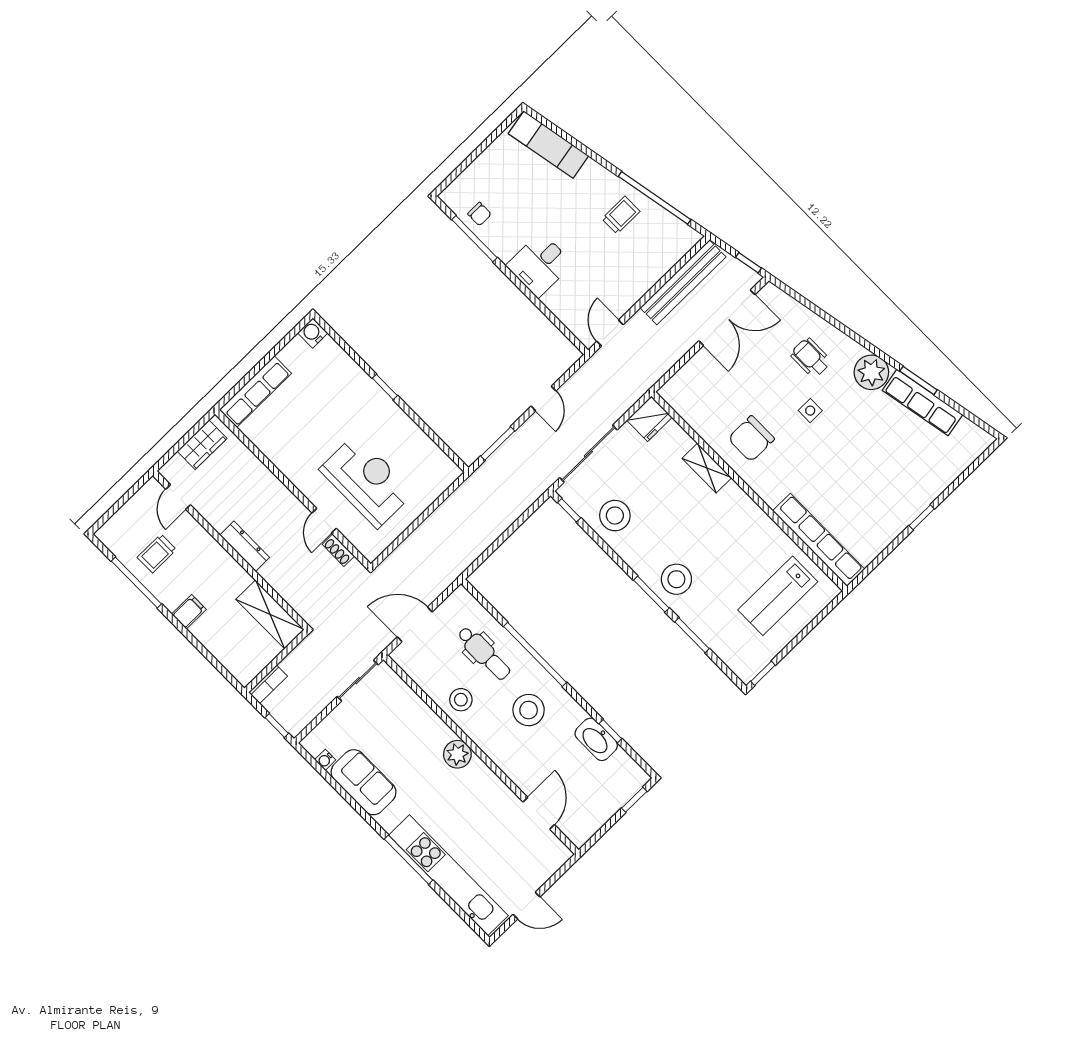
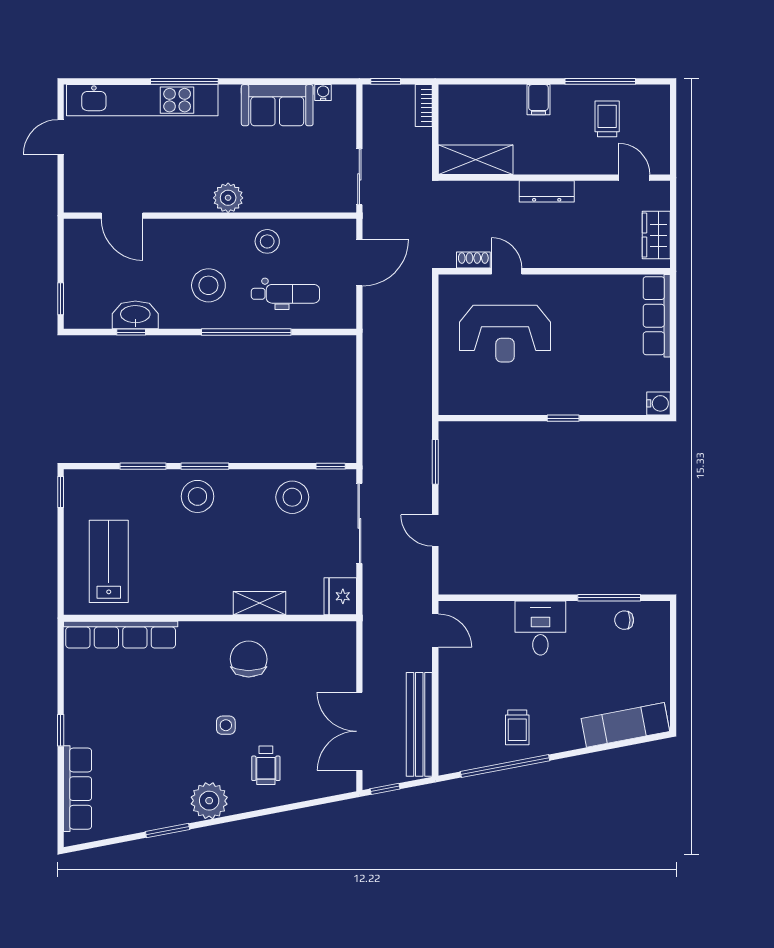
wheelchair: (811, 358) -> (266, 765), turned 90
row of seats: (922, 402) -> (78, 789), moved, turned 101
dental chair: (484, 653) -> (285, 294), turned 180

